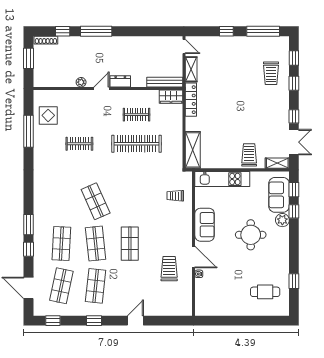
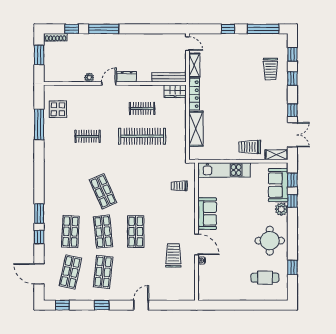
shelving: (193, 150) -> (196, 129), moved
trolley: (249, 155) -> (250, 147), turned -90
round table: (251, 235) -> (270, 241), moved

